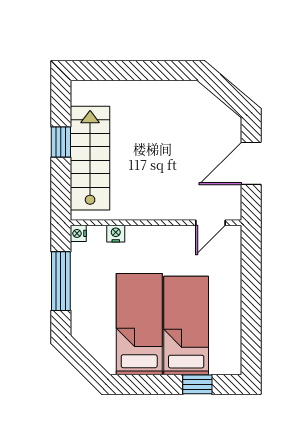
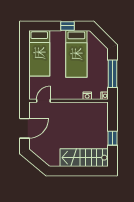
stairs: (90, 158) -> (84, 158), moved, turned 90
bed: (186, 326) -> (39, 53), moved
window: (197, 384) -> (67, 26), moved

